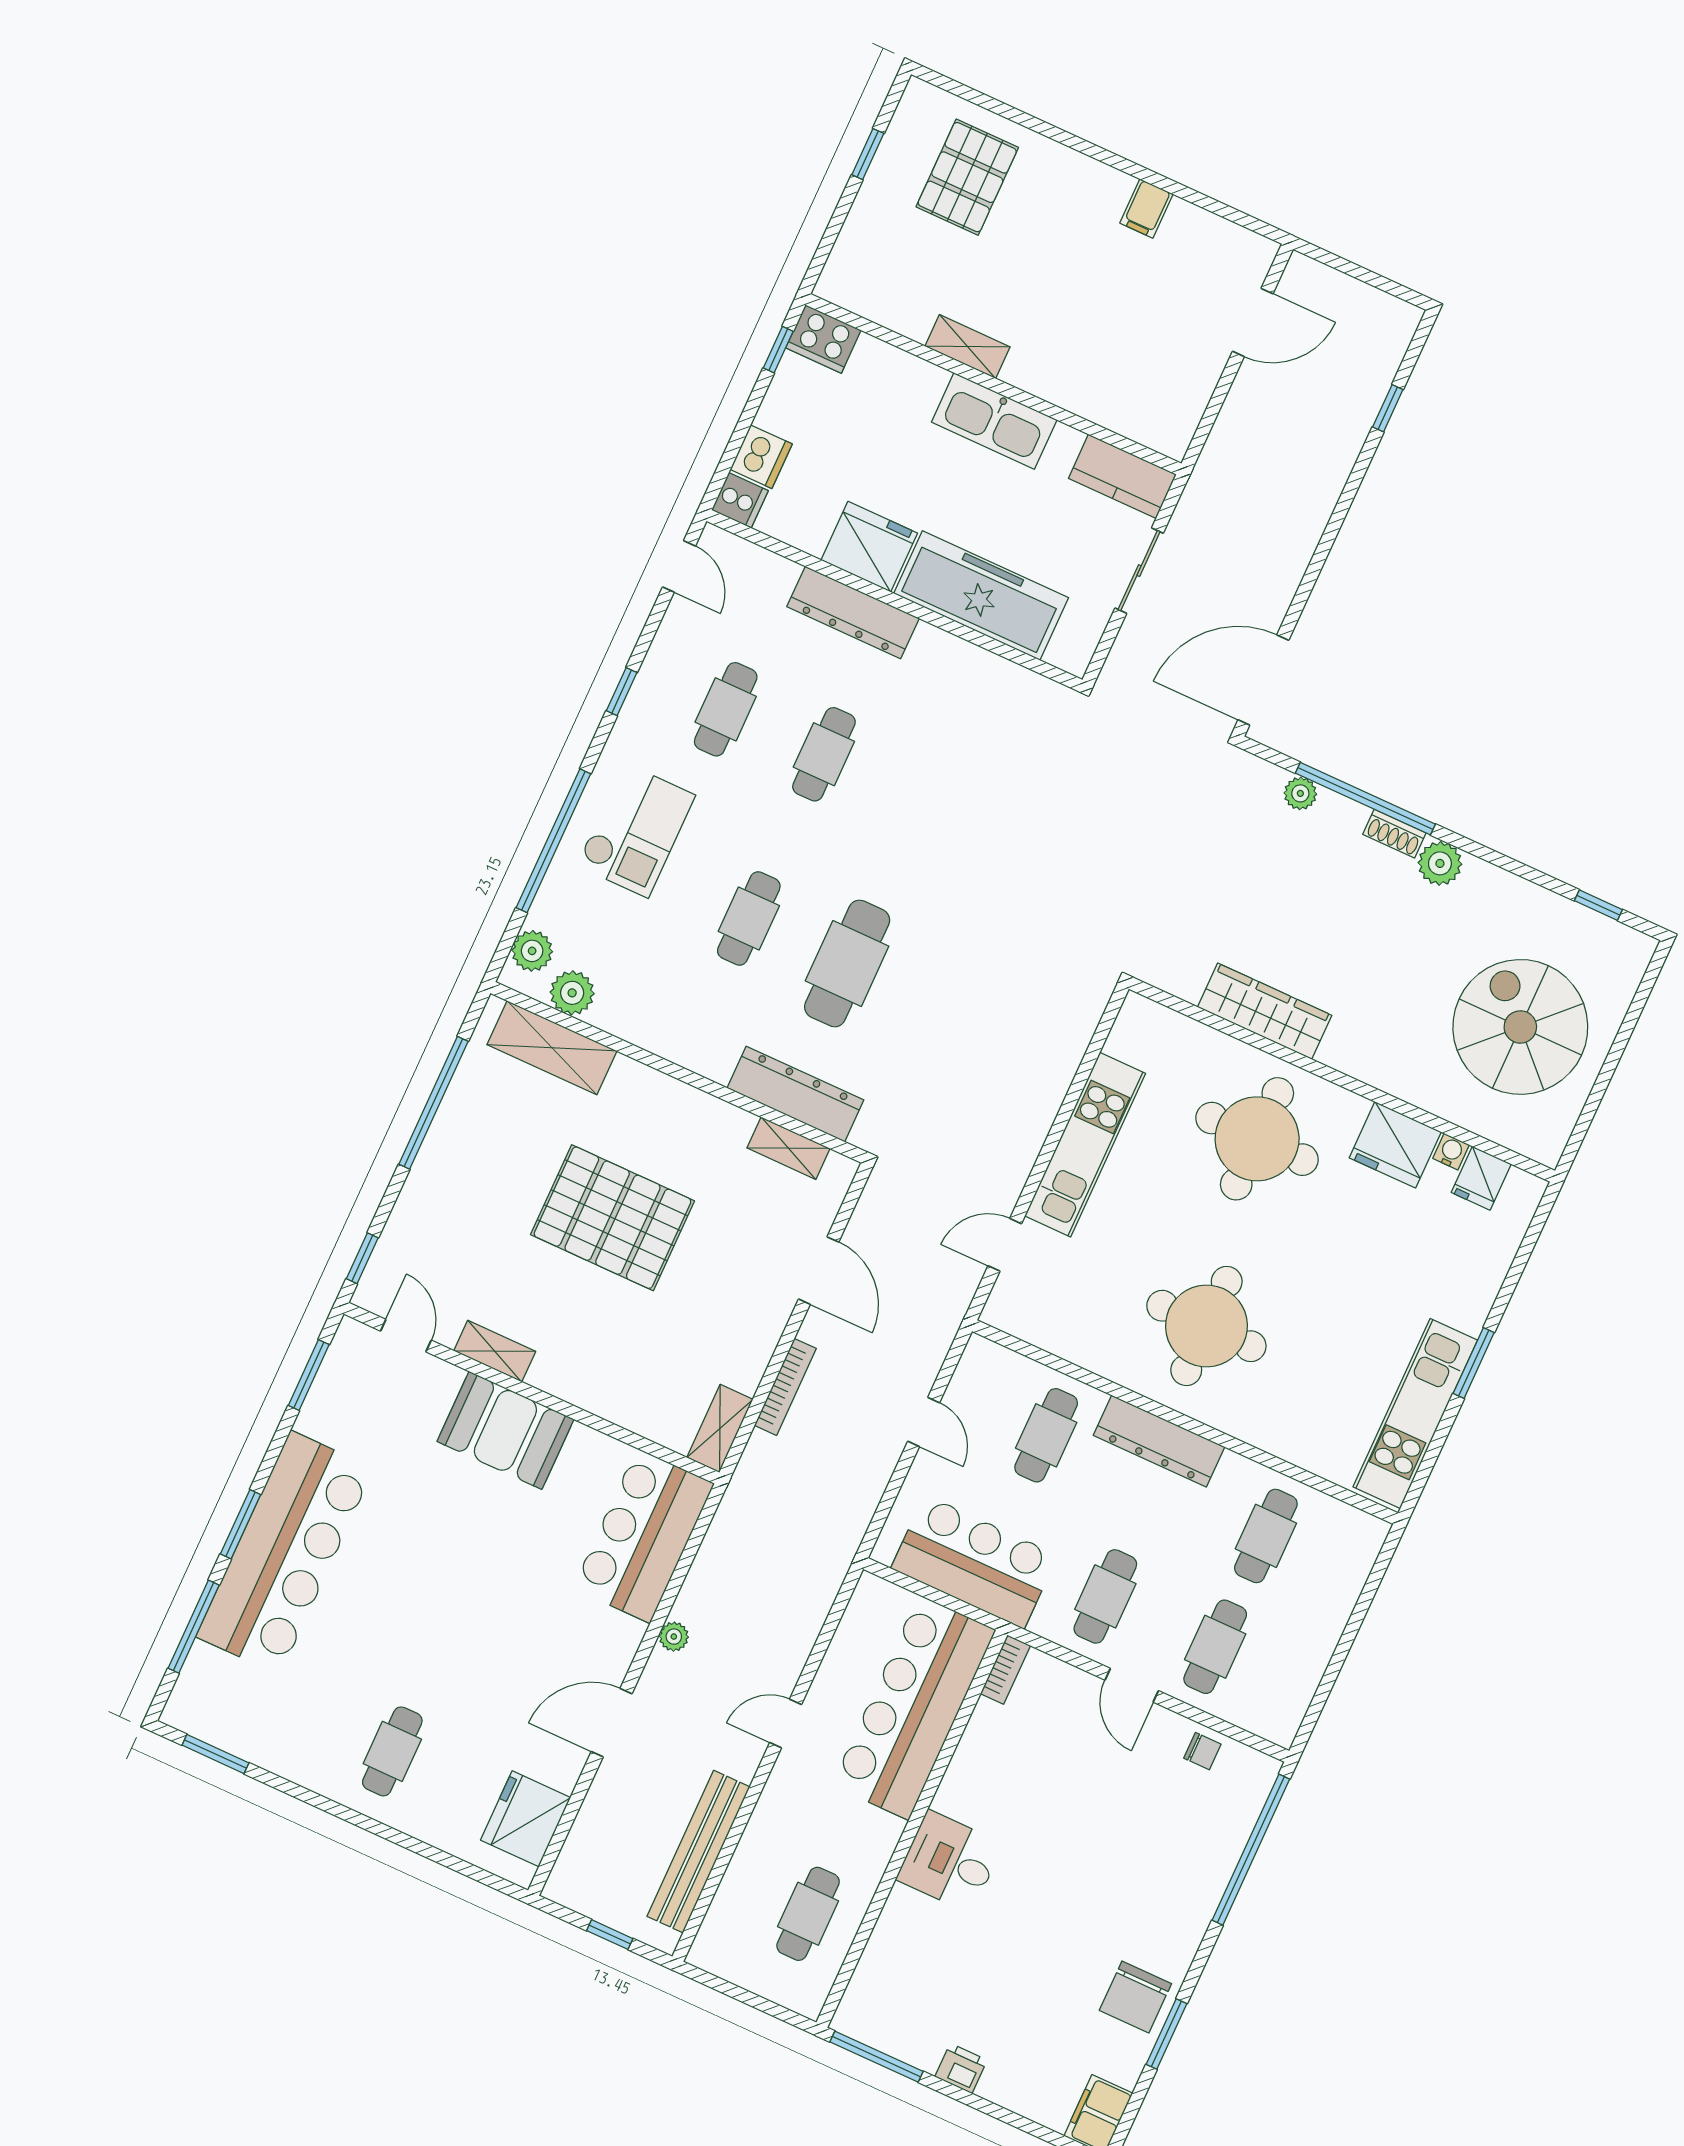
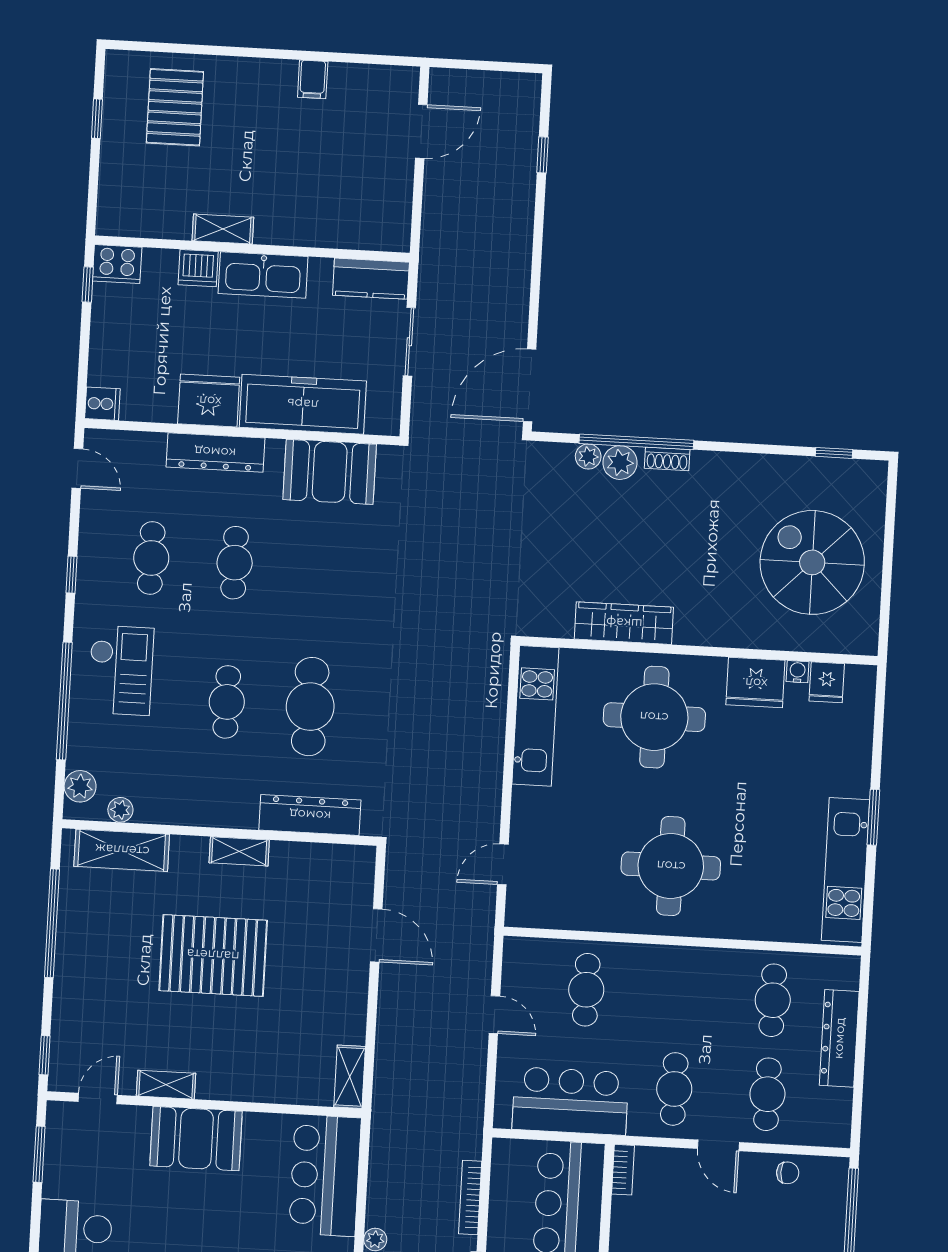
dishwasher: (761, 457) -> (198, 268), moved, turned 90
booth: (981, 690) -> (330, 472), added
plant: (1440, 863) -> (620, 463), moved
plant: (572, 993) -> (120, 810), width x0.73, depth x0.73
kitchen unit: (1085, 1145) -> (535, 716), moved
shelving: (788, 1148) -> (239, 851), moved
door: (406, 1336) -> (98, 1098), hinge flipped
bookcase: (785, 1387) -> (470, 1197), moved, turned 180
dresser: (1159, 1441) -> (839, 1038), moved, turned 90

